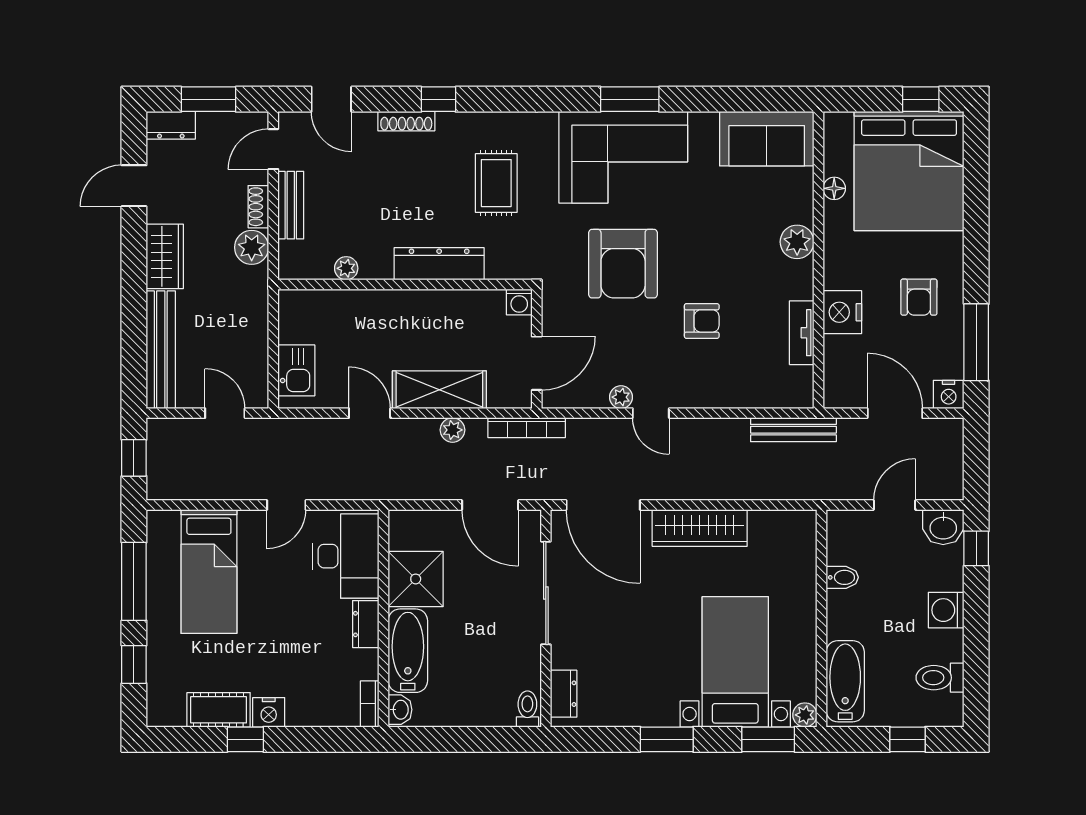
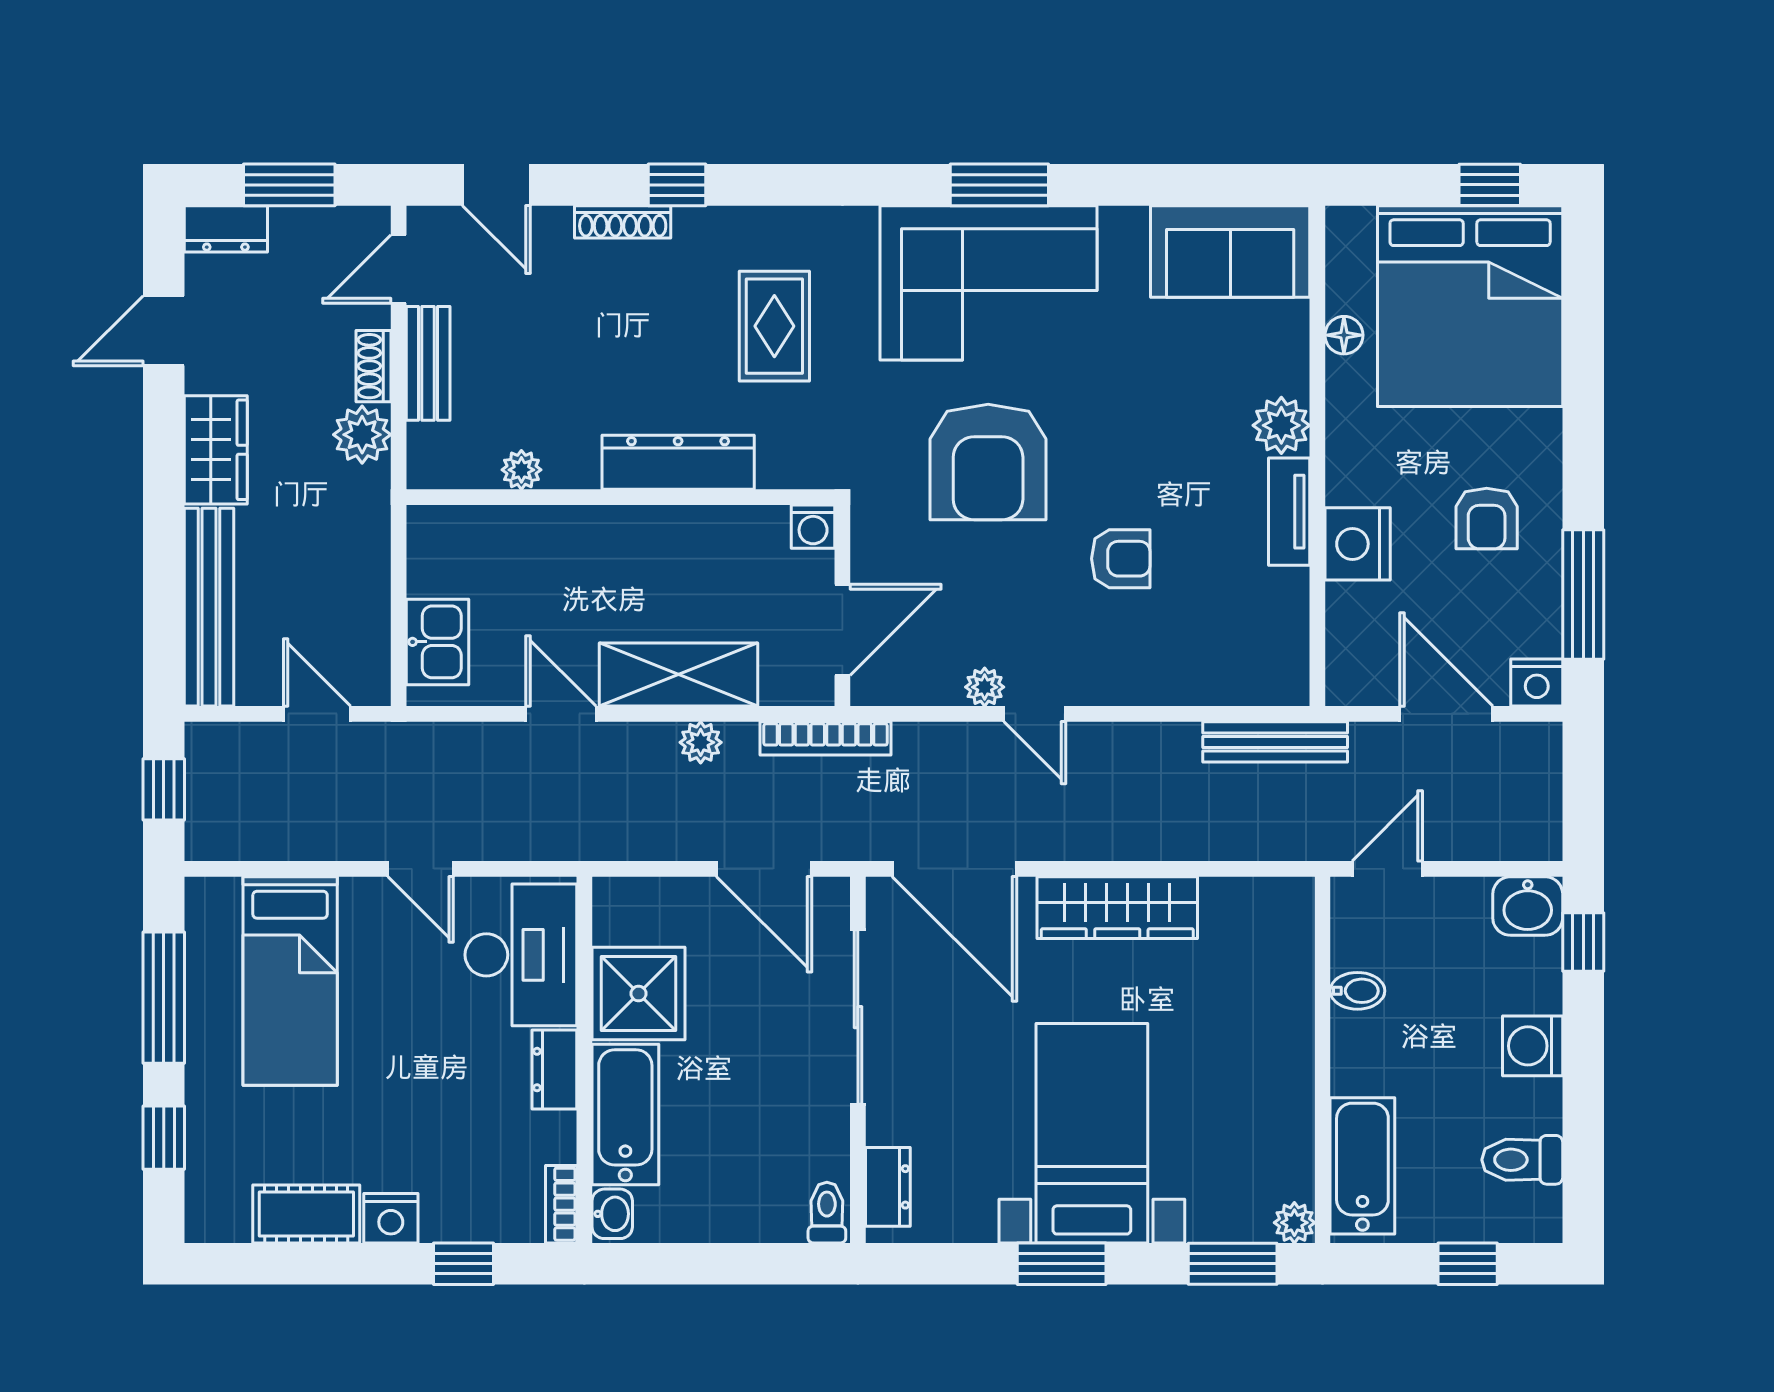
tv unit: (802, 333) -> (1289, 512), moved
door: (286, 505) -> (421, 869), hinge flipped
door: (894, 505) -> (1387, 869), moved
bed with nightstands: (735, 662) -> (1092, 1133), moved
window: (245, 739) -> (464, 1264), moved

